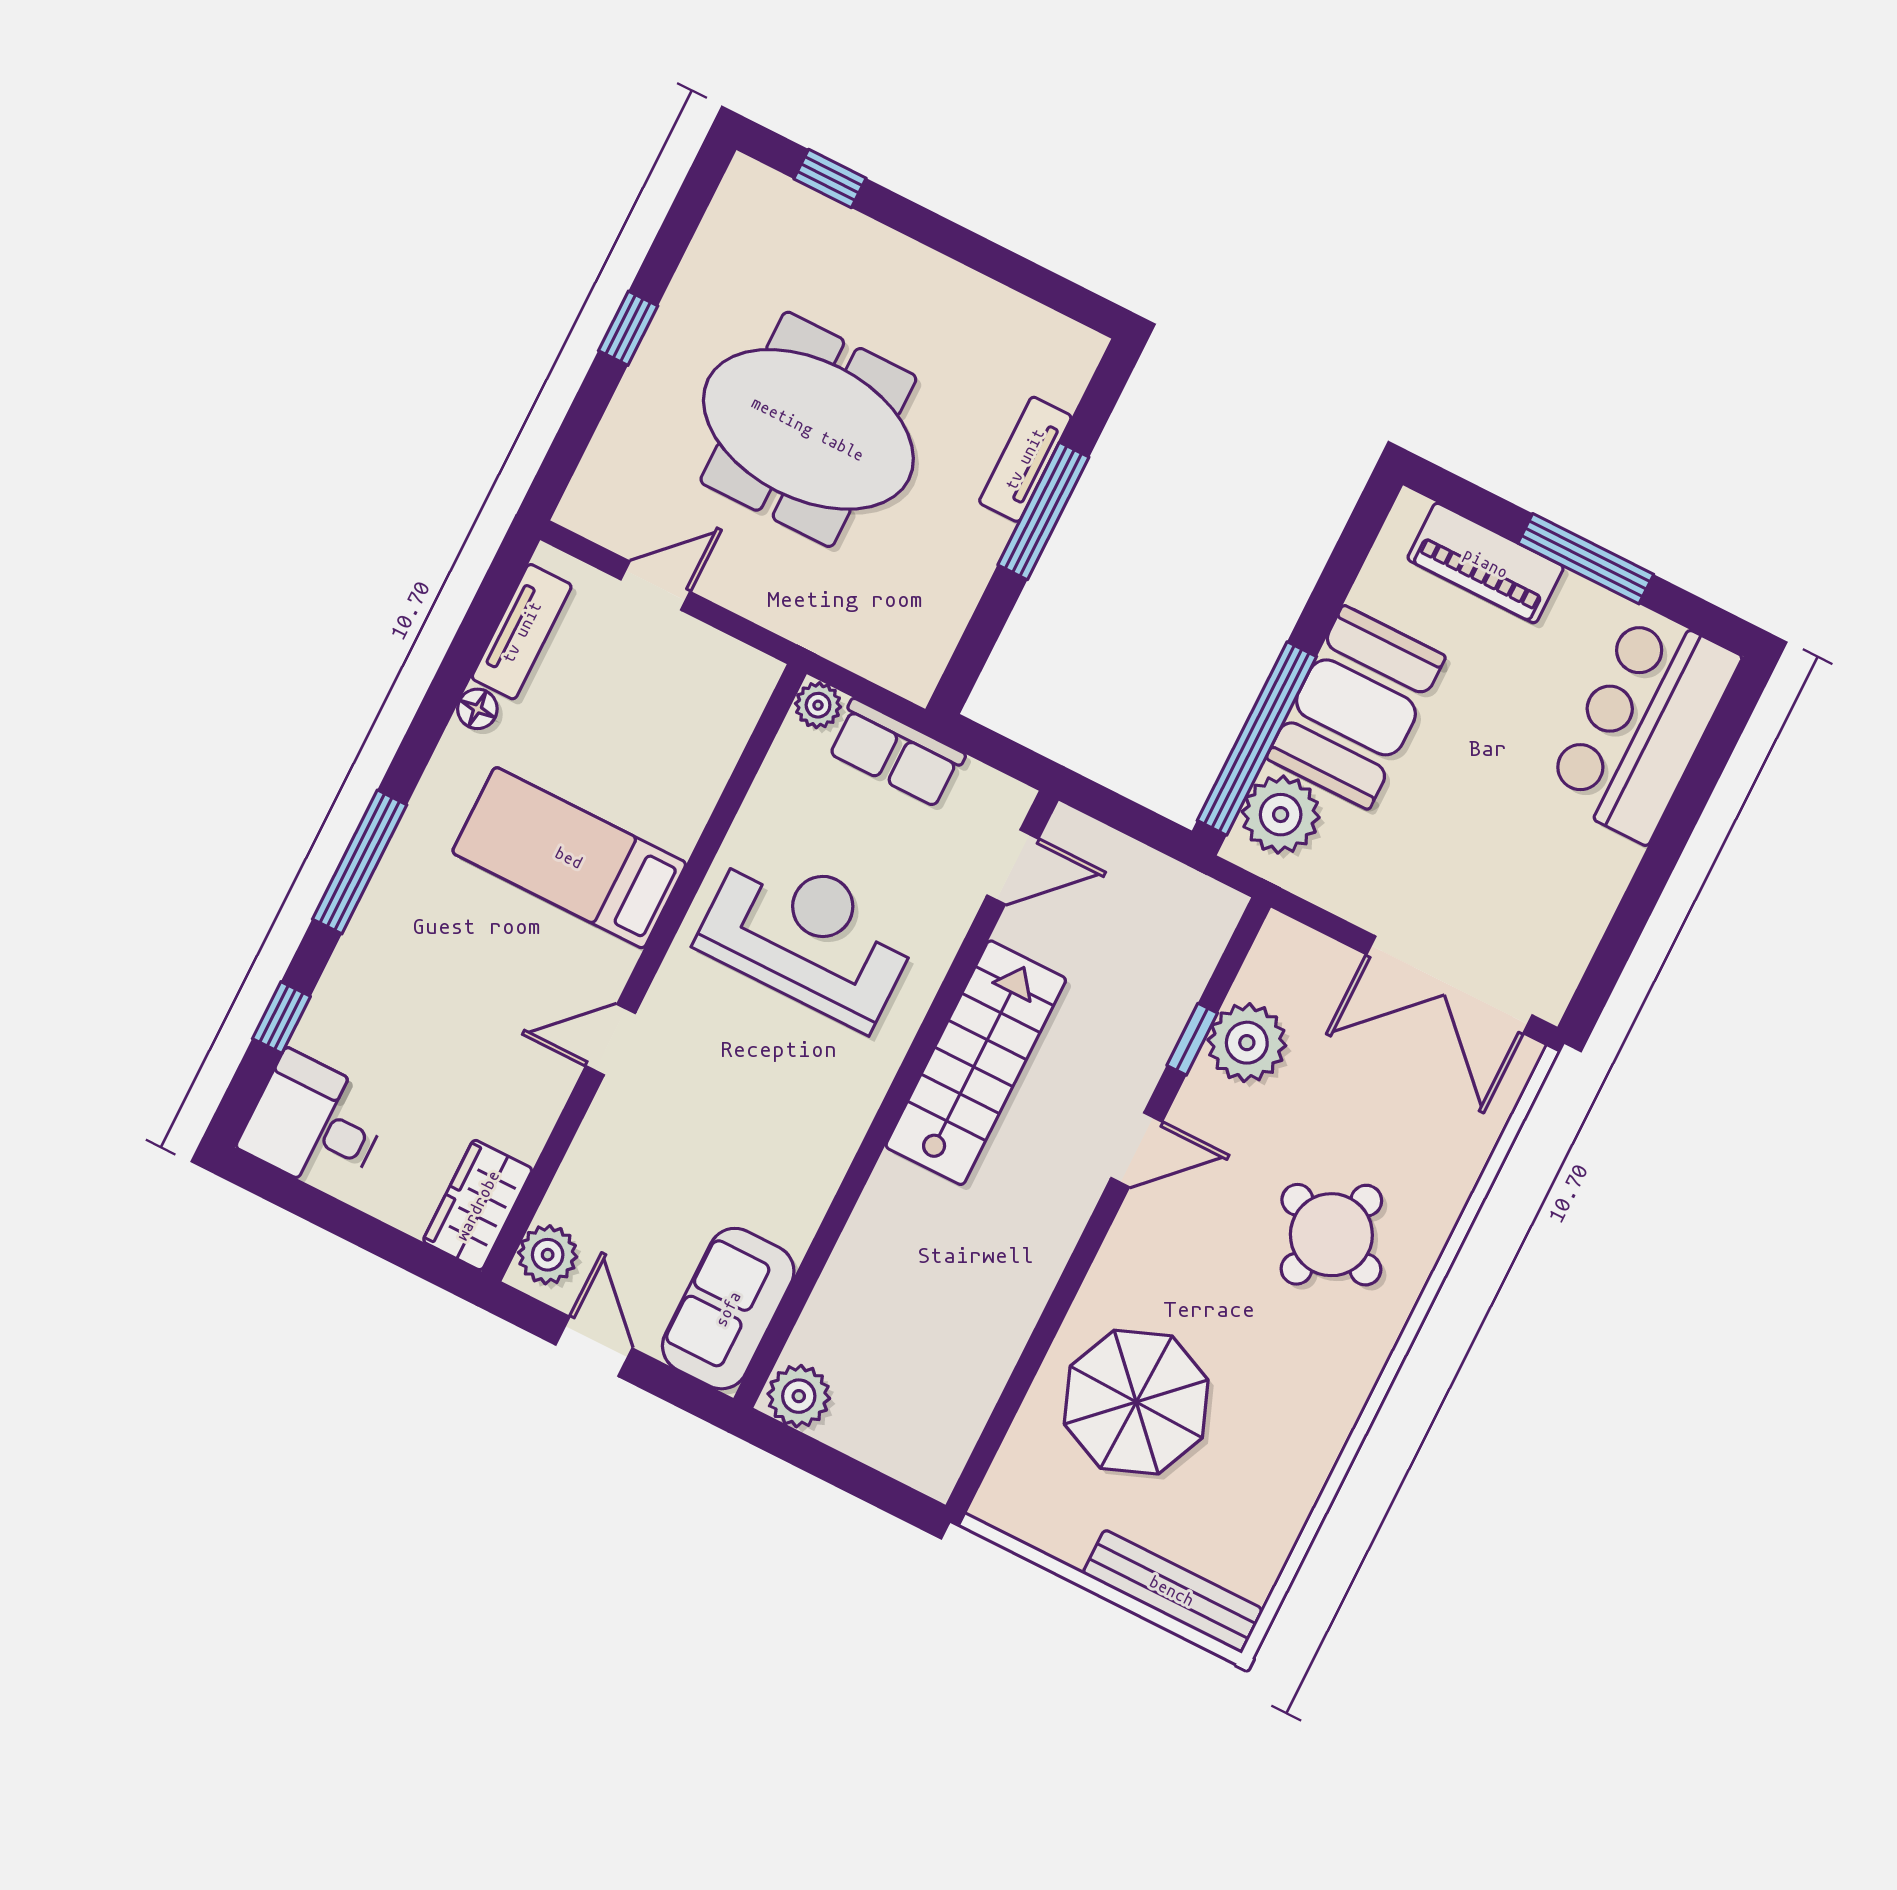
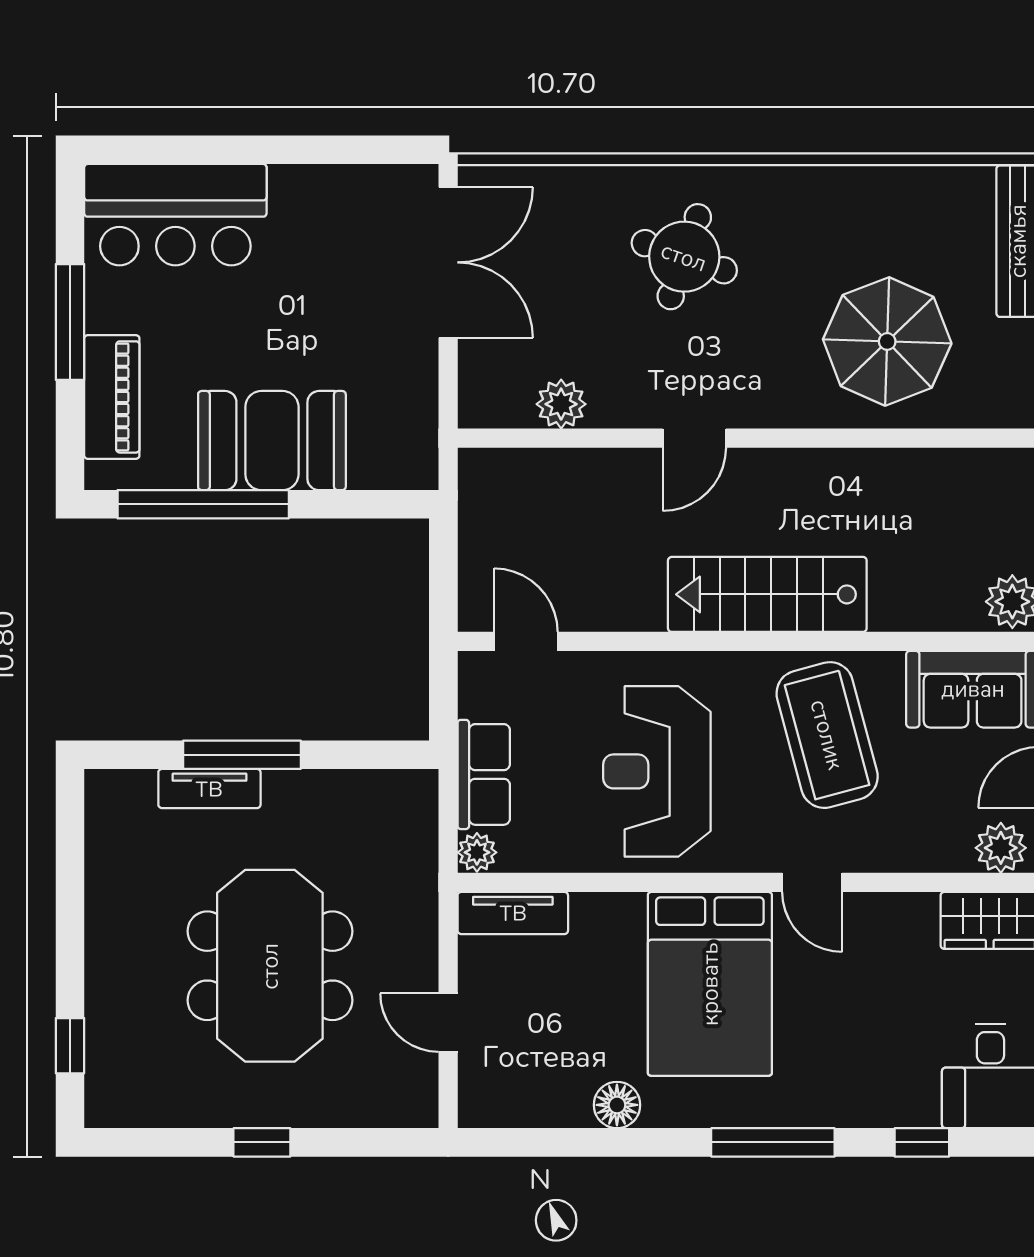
tv unit: (522, 632) -> (513, 913), moved, turned 180
floor lamp: (477, 709) -> (617, 1105), width x1.37, depth x1.37
window: (1257, 739) -> (203, 504), moved
plant: (1281, 815) -> (383, 457), removed
bed: (569, 858) -> (710, 984), width x1.50
window: (1192, 1039) -> (588, 438), removed
plant: (1247, 1043) -> (561, 404), width x0.73, depth x0.73
stairs: (976, 1063) -> (767, 594), moved
coffee table: (757, 1133) -> (827, 735), added
door: (1137, 1150) -> (694, 438), swing flipped

